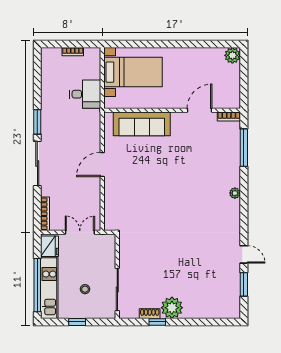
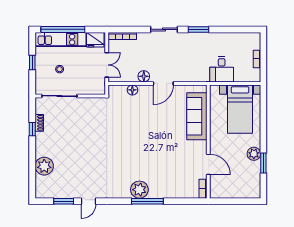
window: (198, 44) -> (263, 163), added
plant: (232, 55) -> (254, 154), moved
window: (244, 148) -> (147, 201), moved
sliding door: (37, 163) -> (164, 29), width x0.73
door: (102, 164) -> (163, 83), swing flipped
floor lamp: (94, 188) -> (144, 76), added
plant: (235, 193) -> (139, 190), width x1.88, depth x1.88
floor lamp: (110, 202) -> (132, 90), added
plant: (172, 308) -> (44, 166), moved

